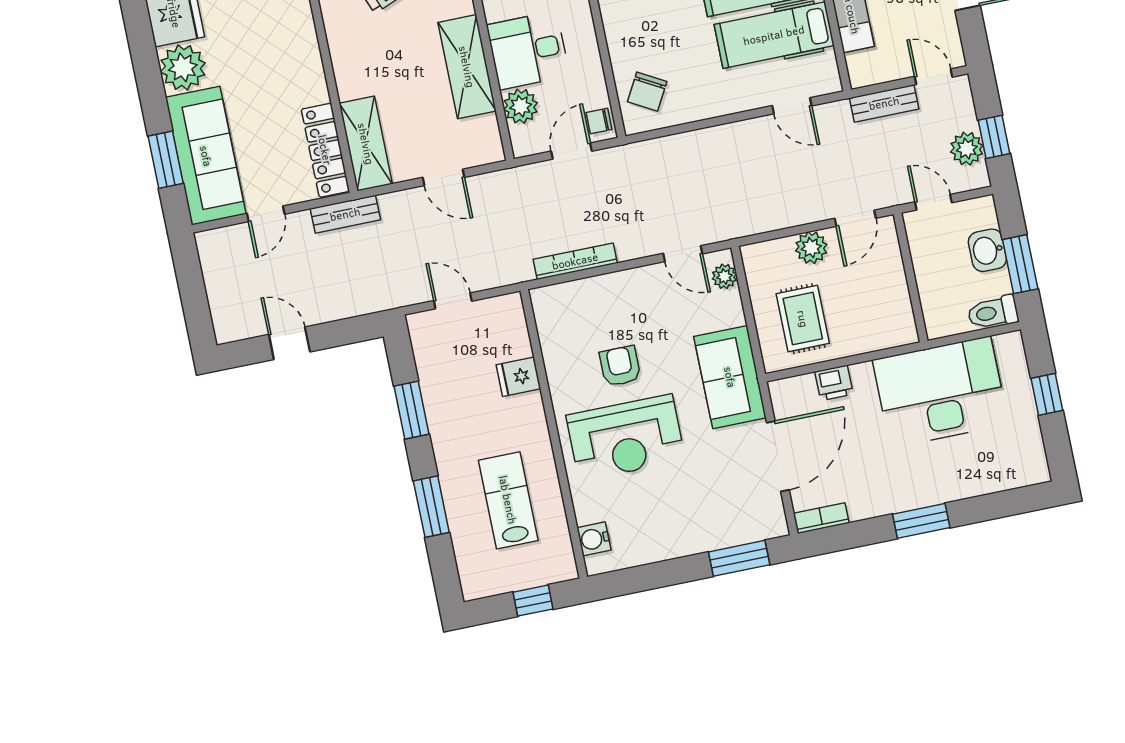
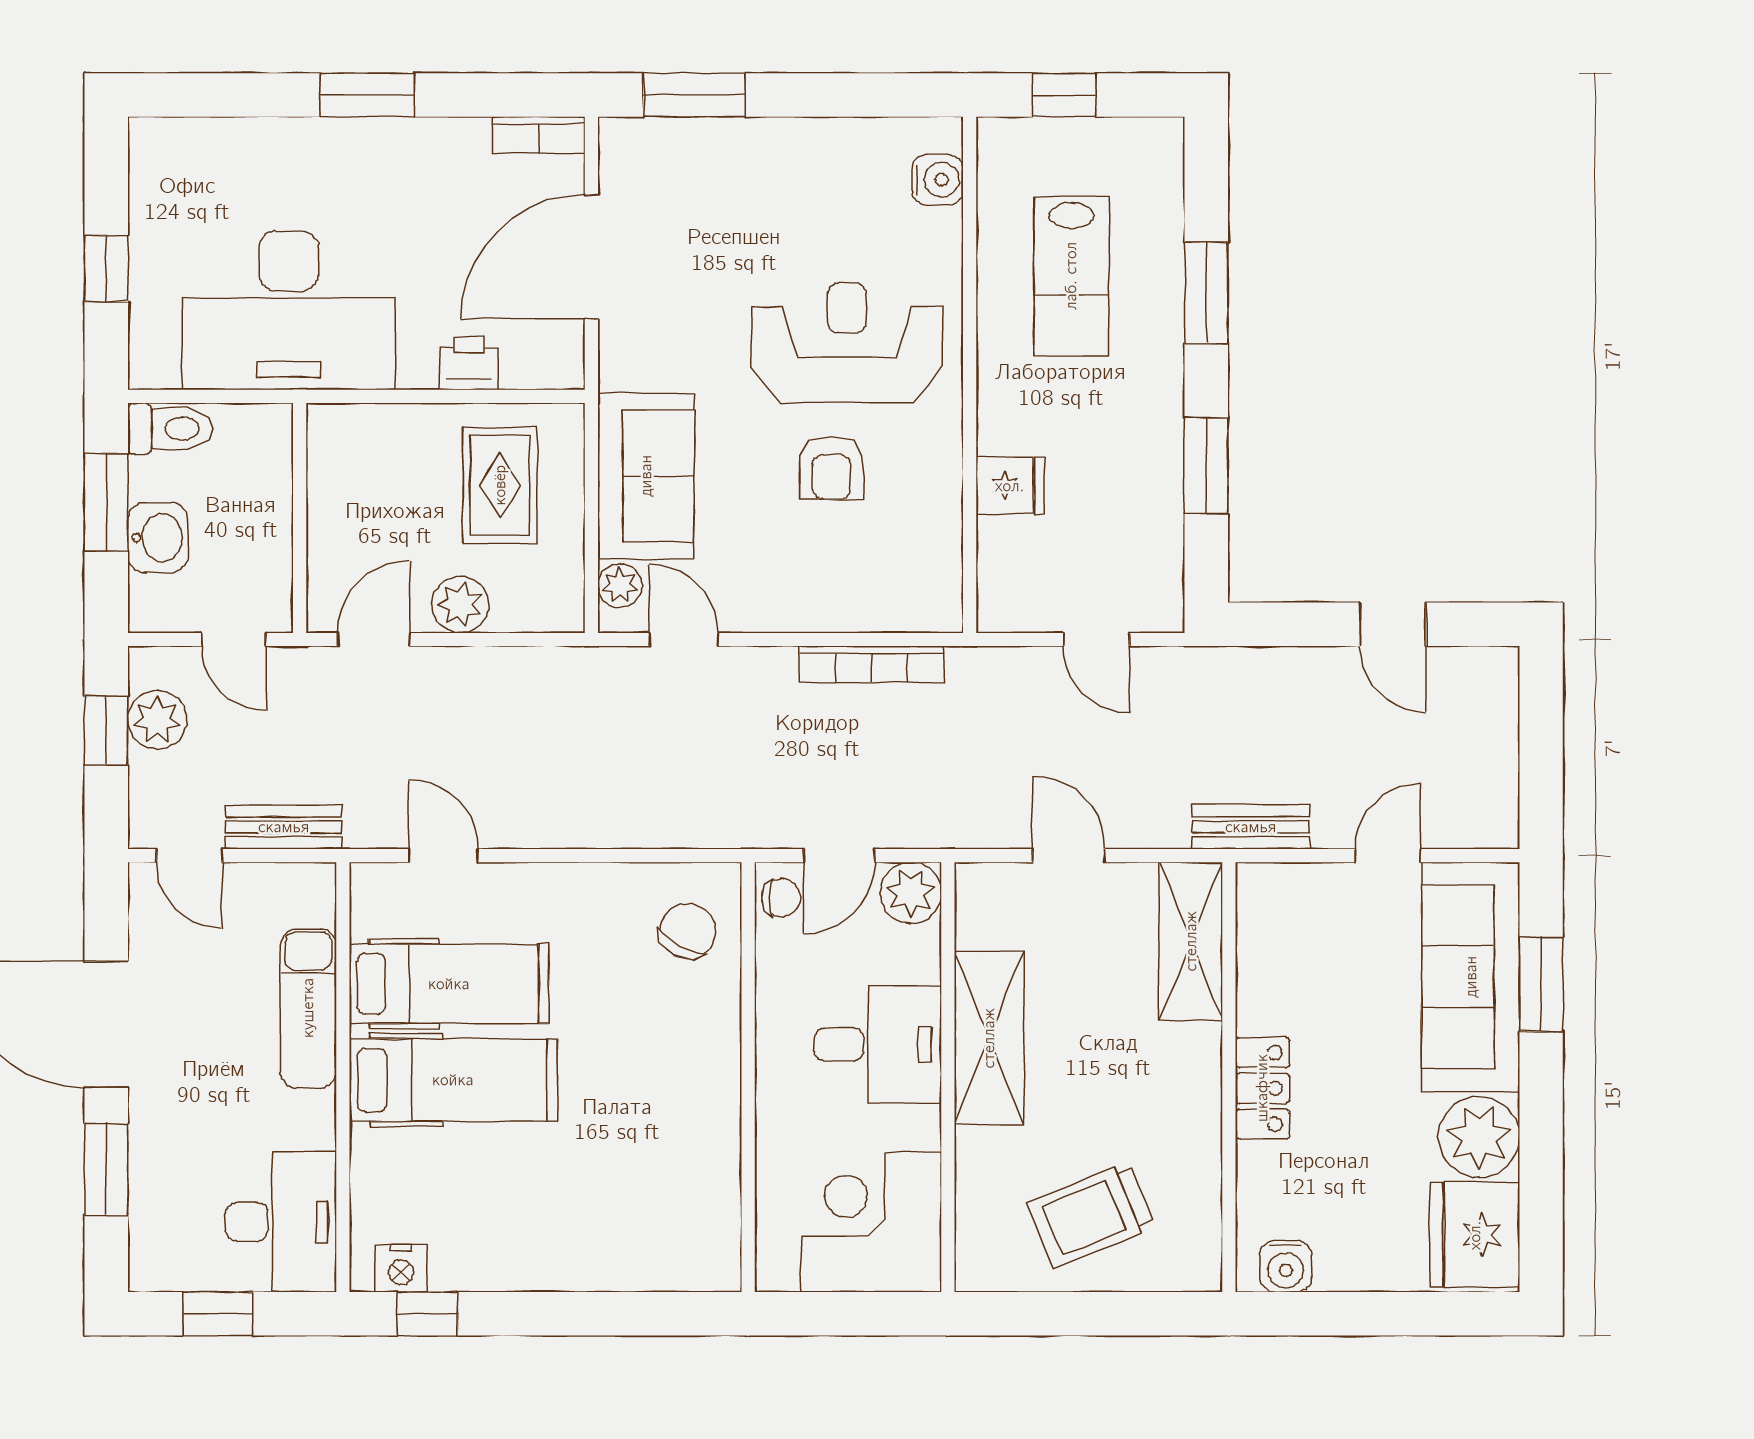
plant: (521, 106) -> (911, 893), moved
locker: (325, 150) -> (1262, 1088), moved, width x0.66
sofa: (730, 377) -> (646, 476), moved

